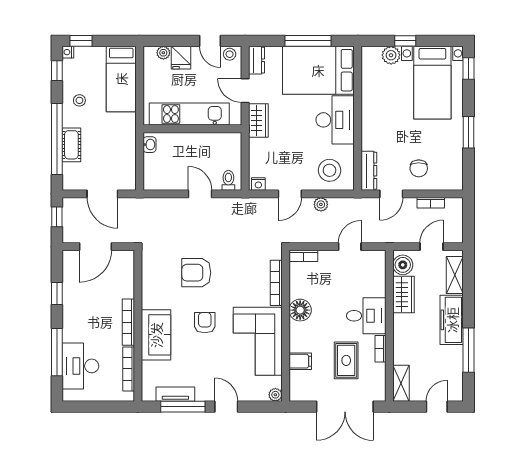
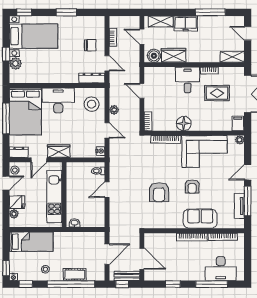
bench: (70, 224) -> (127, 276), added
freezer: (452, 320) -> (186, 23), width x0.71
armchair: (205, 323) -> (192, 186), turned -90
filing cabinet: (300, 361) -> (238, 123), moved

